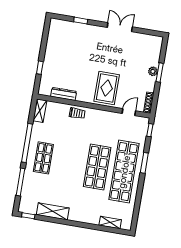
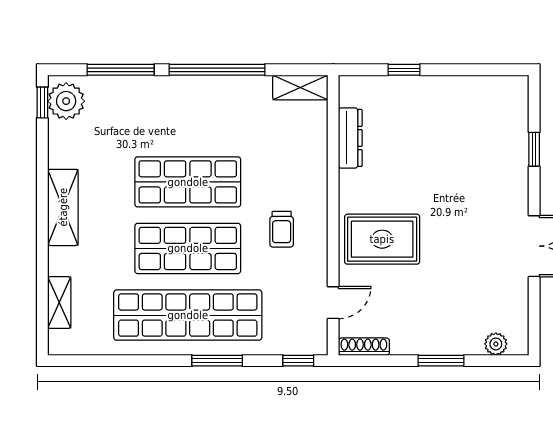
plant: (153, 71) -> (496, 344), moved
door: (129, 112) -> (333, 303), hinge flipped
trolley: (77, 113) -> (282, 229), moved
shop shelf: (43, 158) -> (188, 182), moved, width x1.43, depth x1.36
plant: (29, 206) -> (66, 101), added
shelving: (53, 211) -> (63, 207), moved

